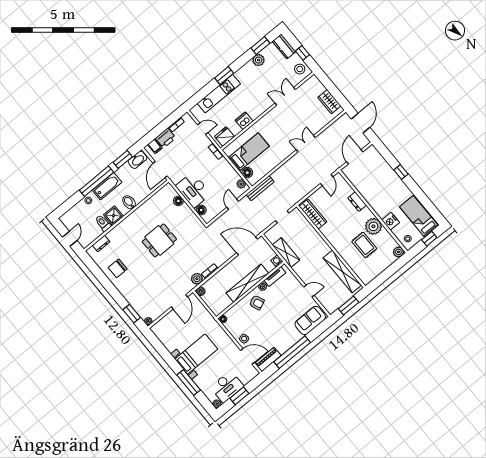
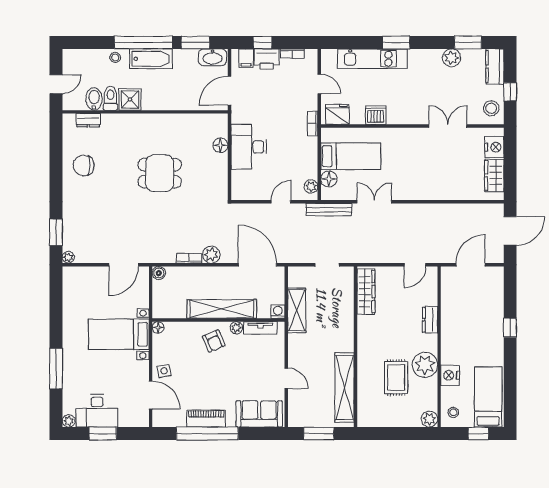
nightstand: (318, 87) -> (494, 147), added
window: (157, 131) -> (263, 43), added
double door: (306, 144) -> (374, 202), moved
bidet: (129, 202) -> (94, 99), moved
floor lamp: (201, 210) -> (238, 178), removed
plant: (197, 279) -> (211, 255), moved
bed with nightstands: (196, 354) -> (119, 334), moved, turned 180
piano: (268, 360) -> (206, 419), moved

